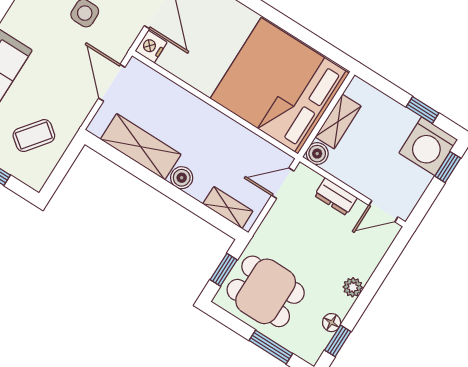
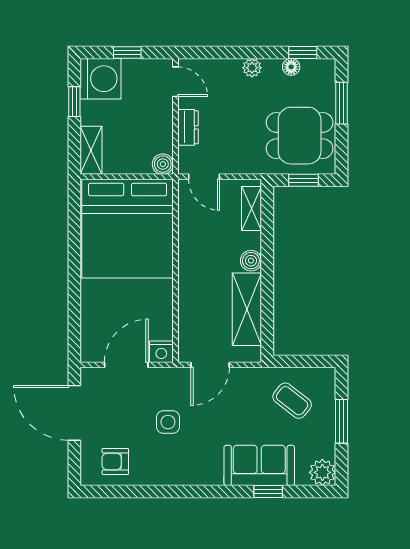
shelving: (338, 122) -> (91, 150), moved, turned 90
window: (448, 167) -> (127, 52), moved
dining table: (266, 291) -> (300, 136), turned 90

